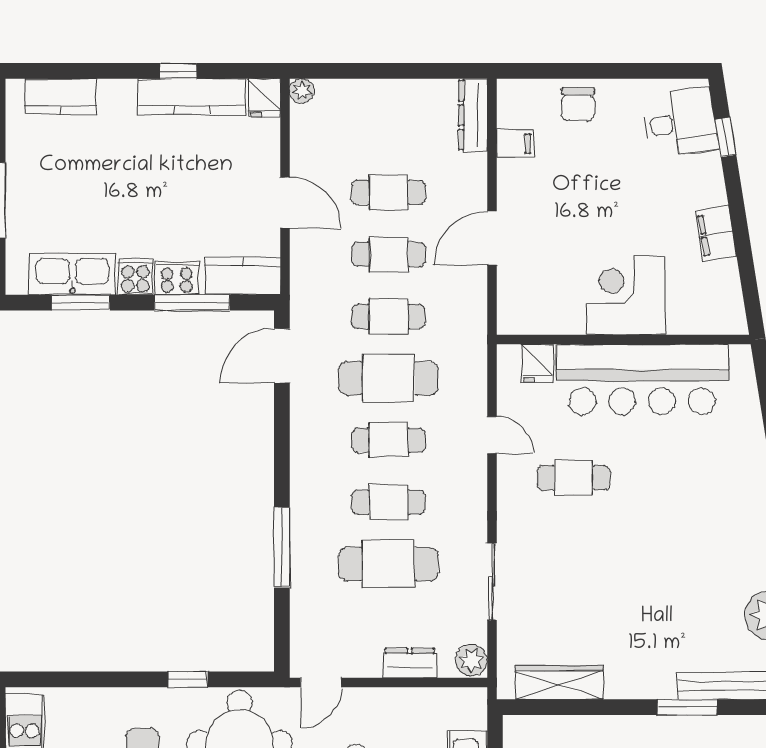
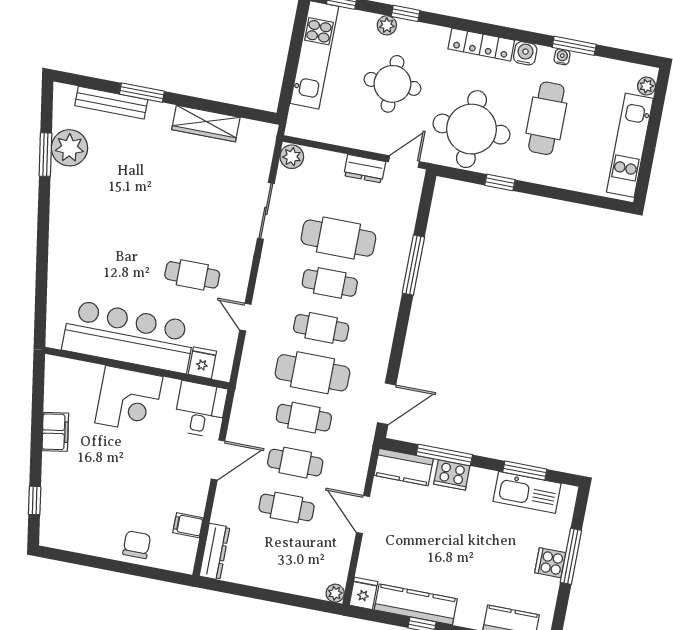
desk: (680, 123) -> (200, 410), moved, turned 99
cooker: (135, 277) -> (550, 563), moved, turned 90
dresser: (410, 663) -> (365, 169), moved
wardrobe: (559, 682) -> (206, 123), moved

